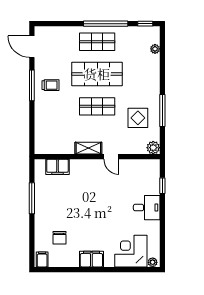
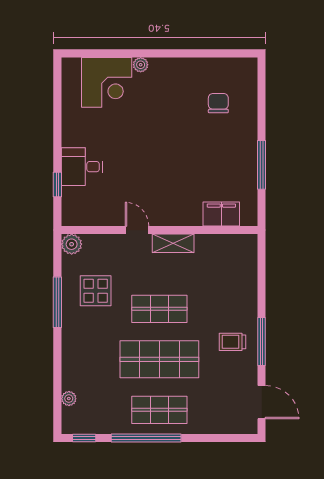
desk: (147, 208) -> (82, 167), moved
filing cabinet: (42, 259) -> (245, 69), removed
filing cabinet: (91, 259) -> (168, 70), removed
plant: (153, 262) -> (141, 65), moved

